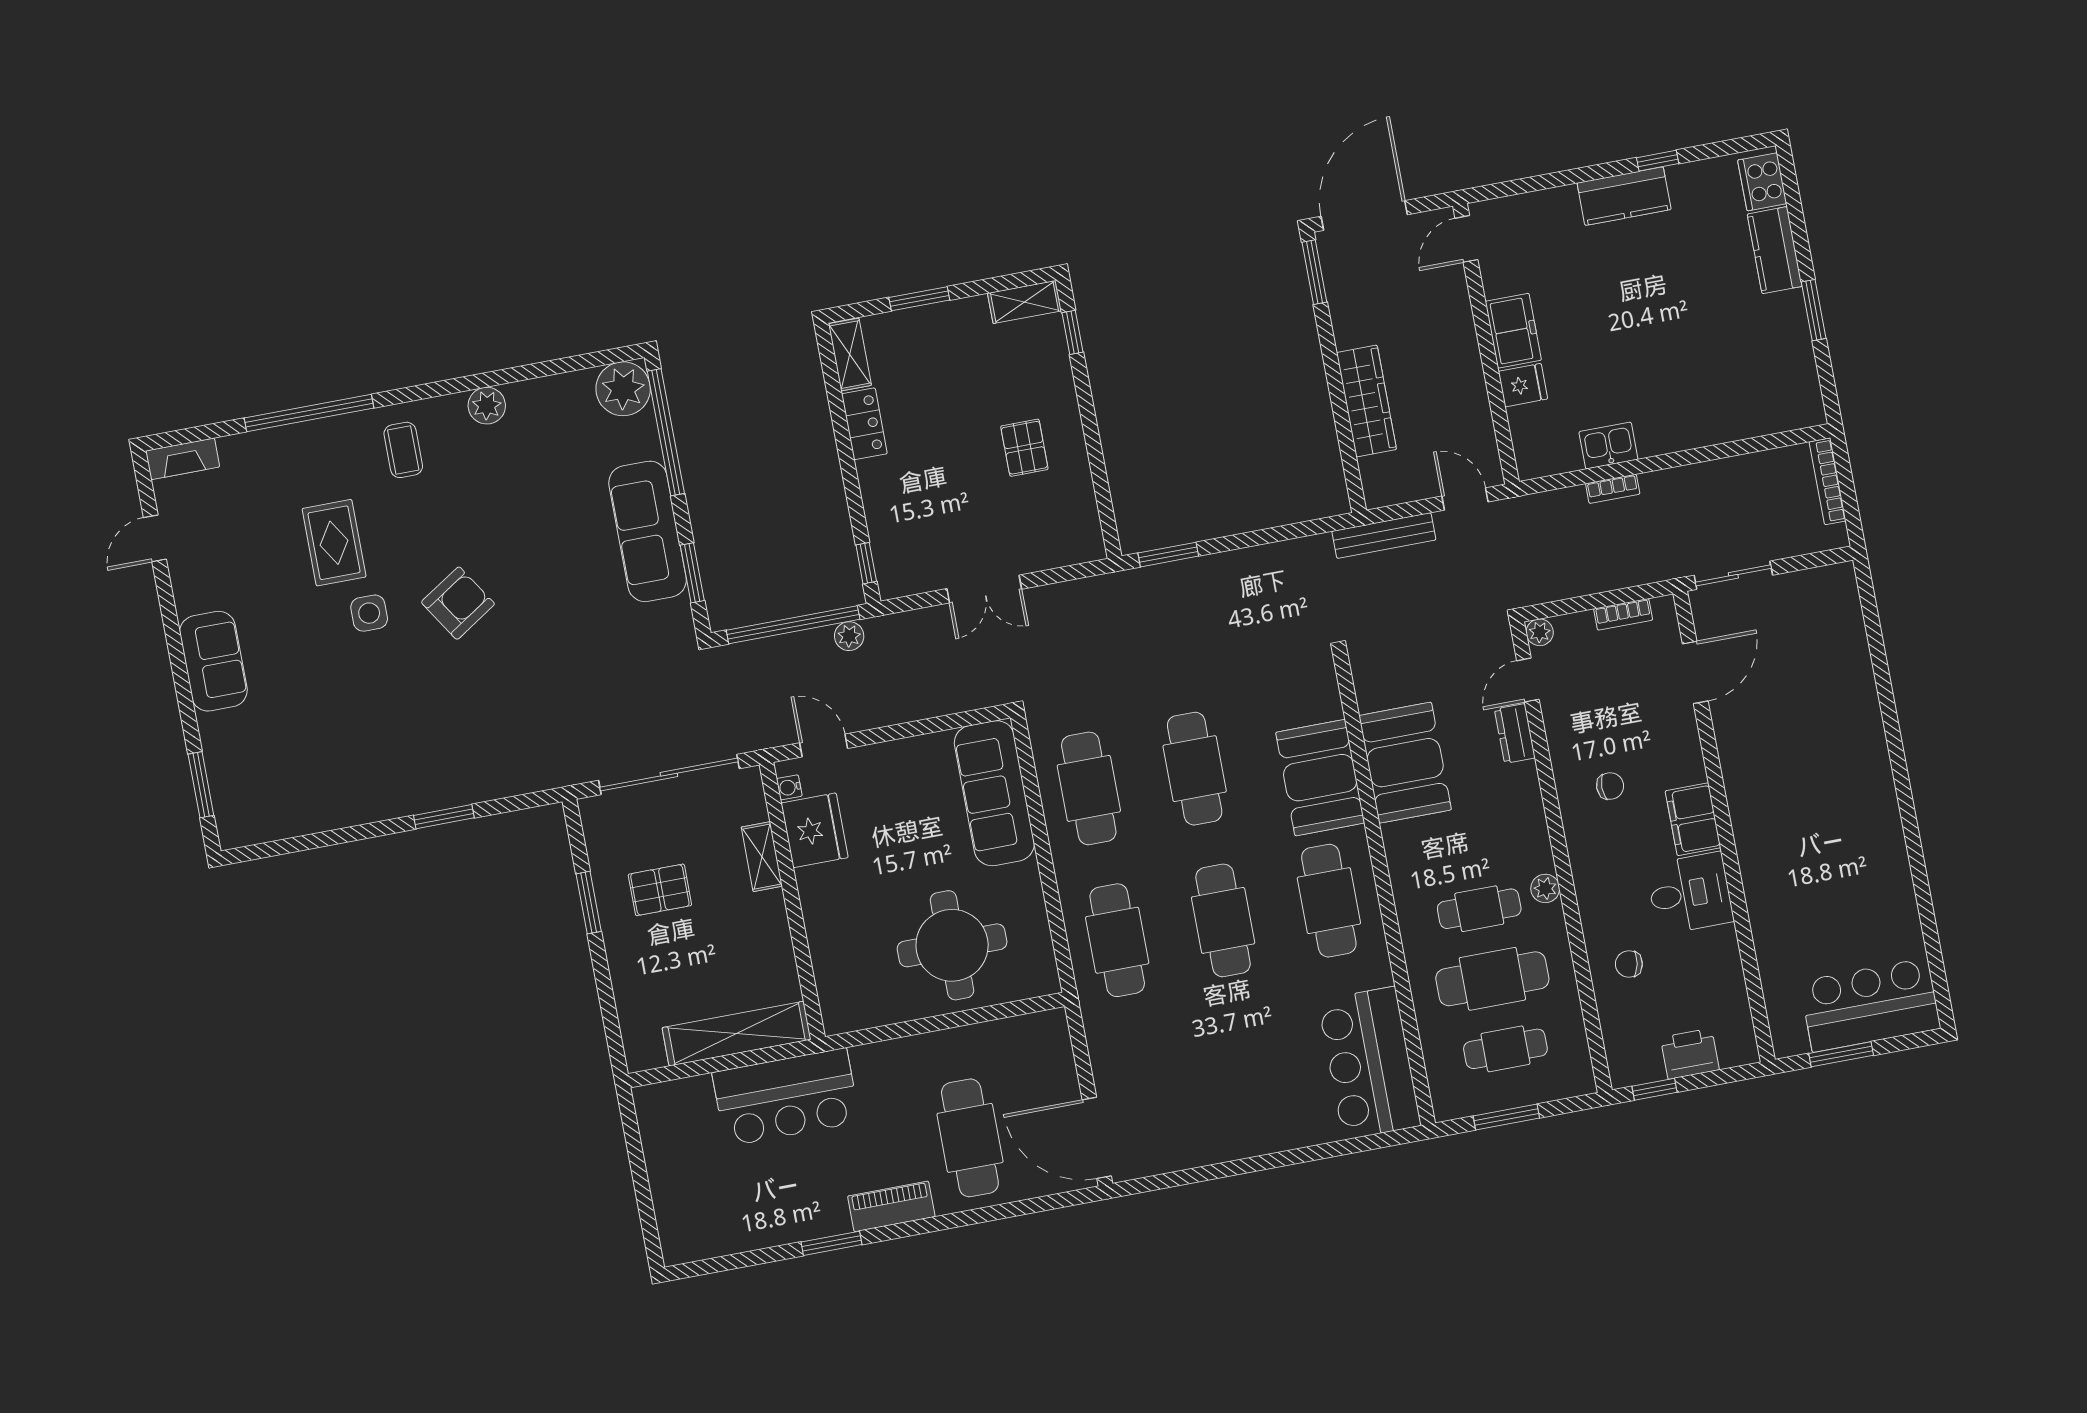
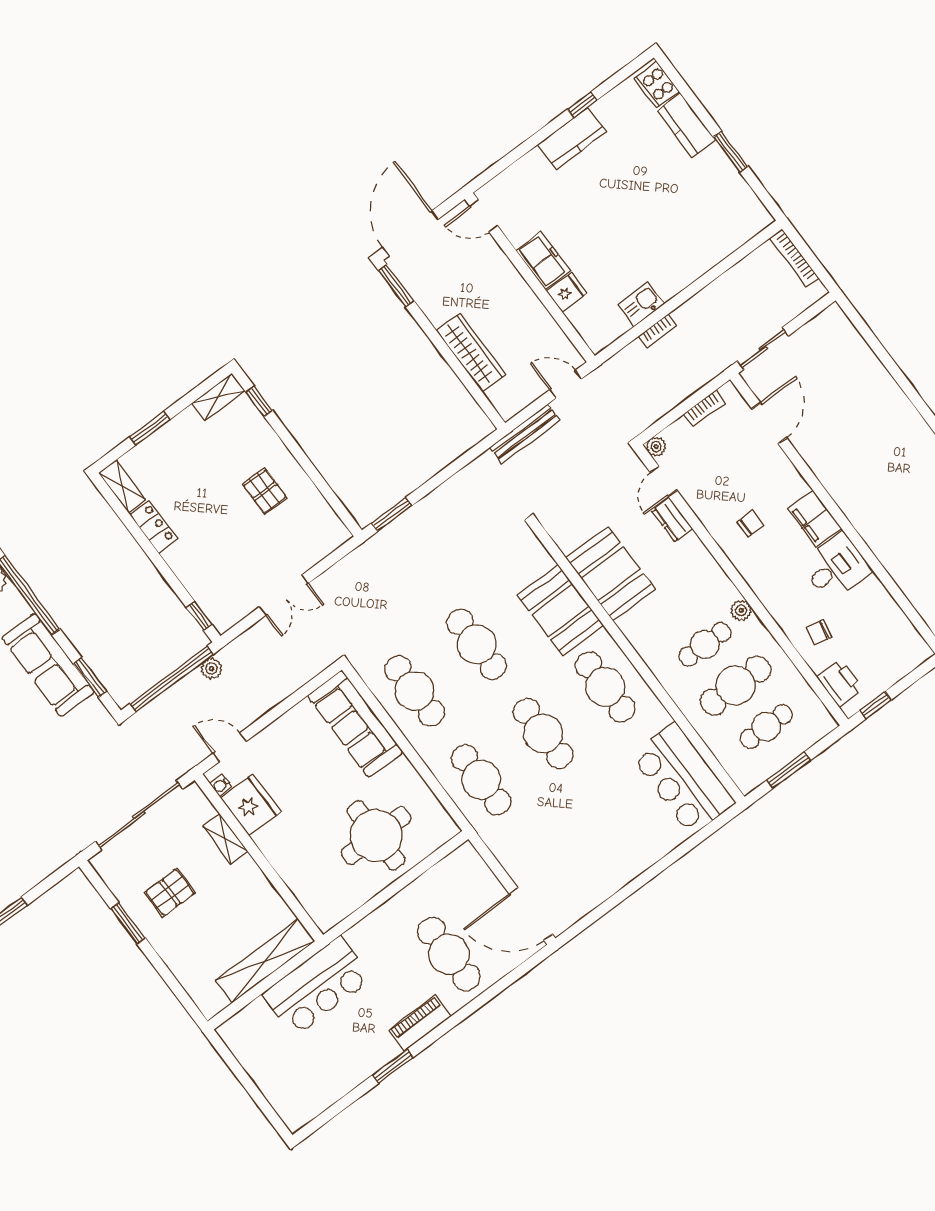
door: (1466, 239) -> (484, 216), hinge flipped
printer: (1690, 1054) -> (840, 683), moved, turned 90

